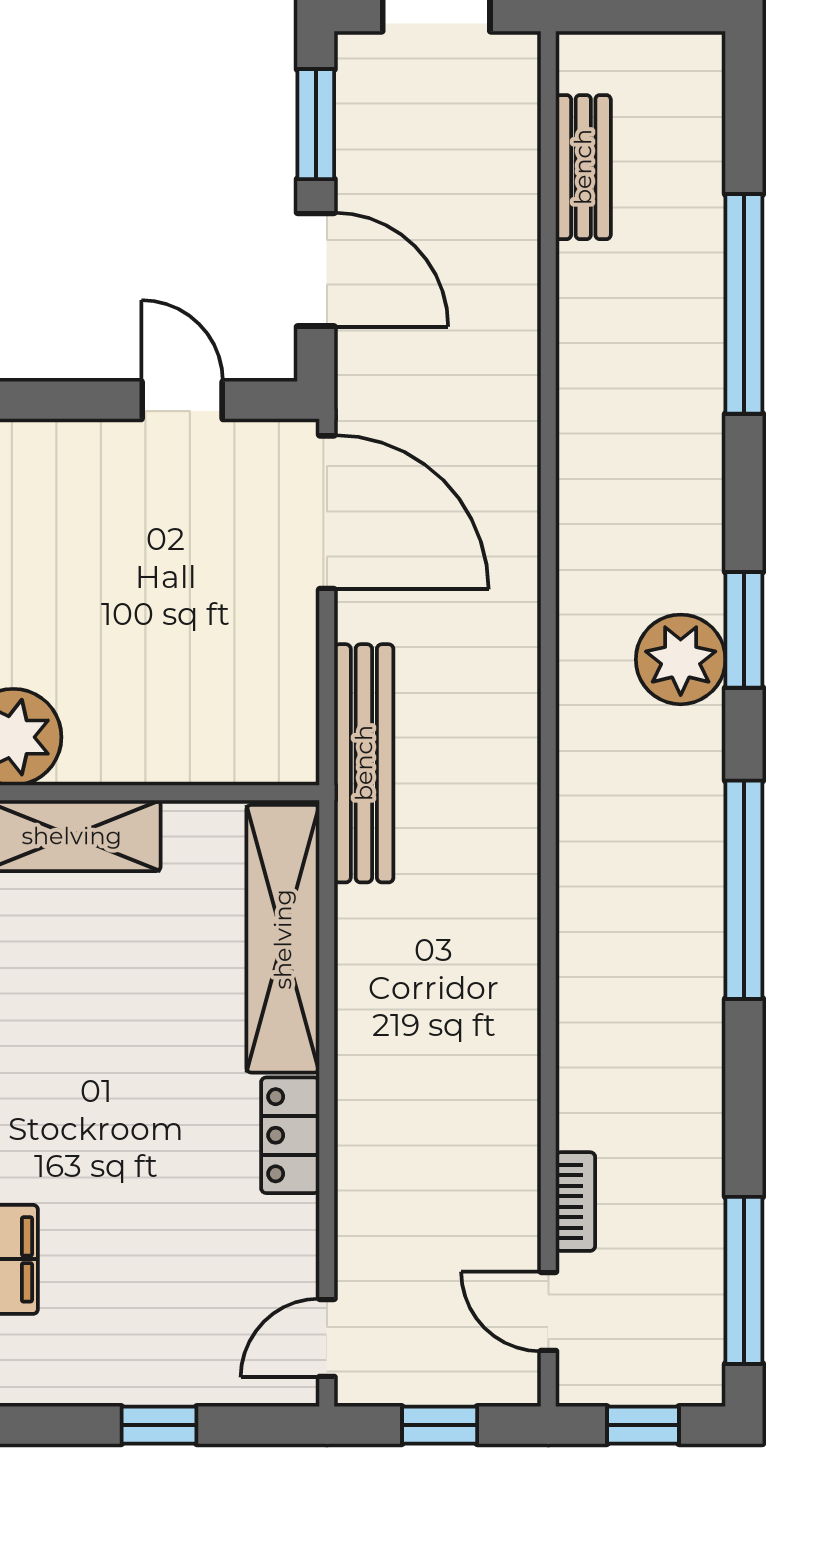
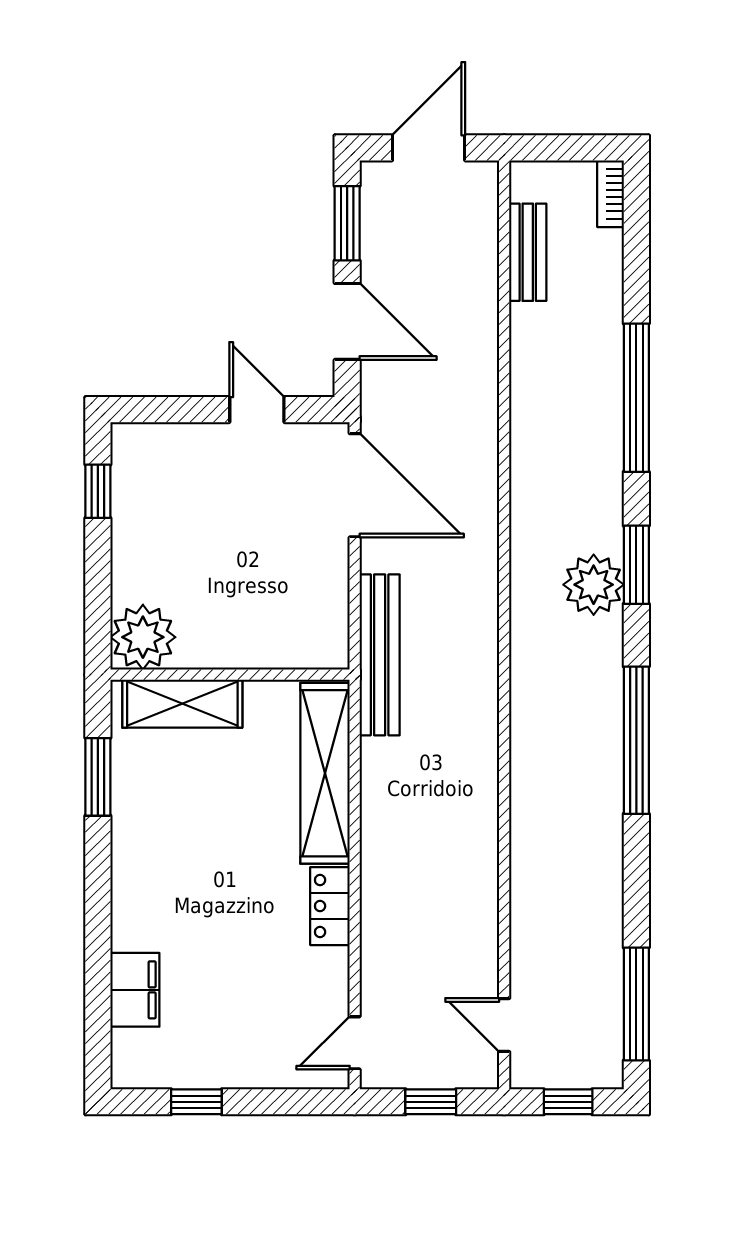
window: (744, 304) -> (636, 398), moved
bookcase: (575, 1202) -> (611, 194), moved, turned 180
window: (159, 1425) -> (196, 1102), moved

